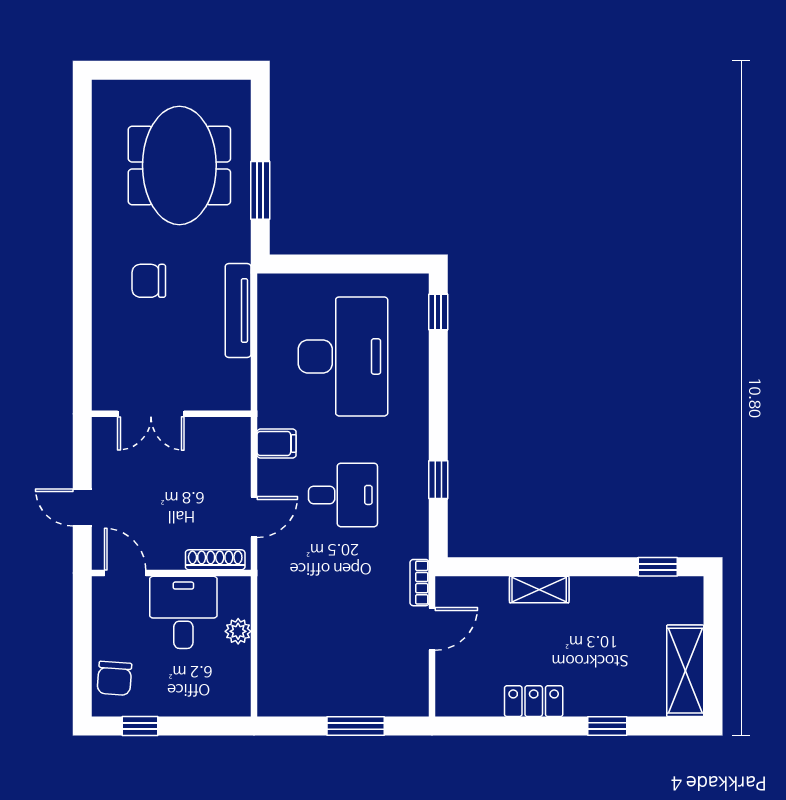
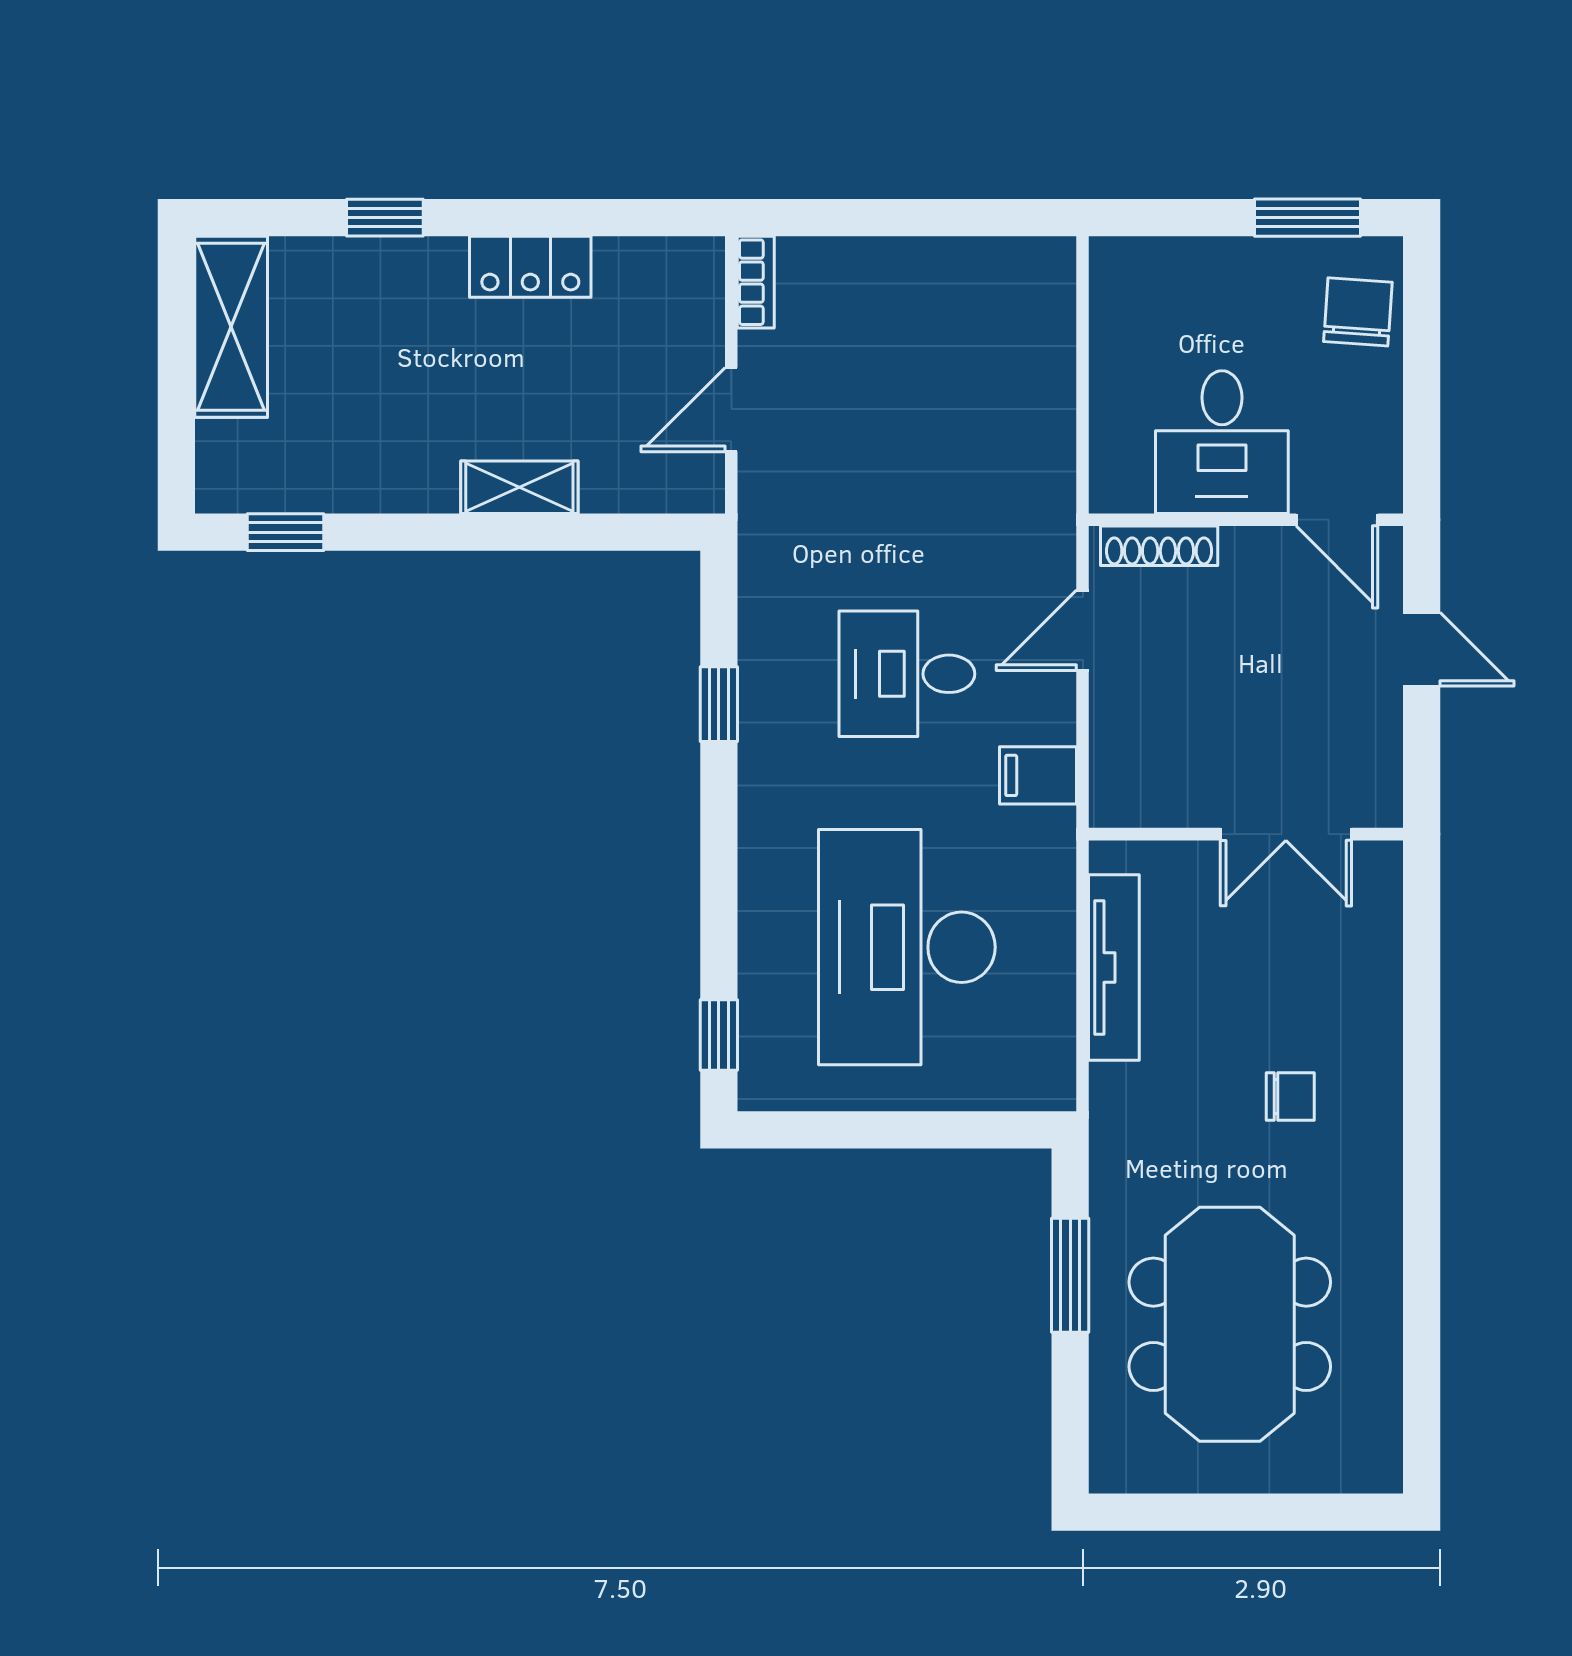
chair: (149, 281) -> (1290, 1097), width x0.73, depth x0.73
tv unit: (238, 310) -> (1114, 967), moved
double door: (151, 414) -> (1286, 834), swing flipped
bookcase: (419, 583) -> (756, 282), moved
plant: (238, 631) -> (1114, 405), removed
window: (140, 726) -> (1307, 218), width x1.50
window: (356, 726) -> (882, 218), removed

